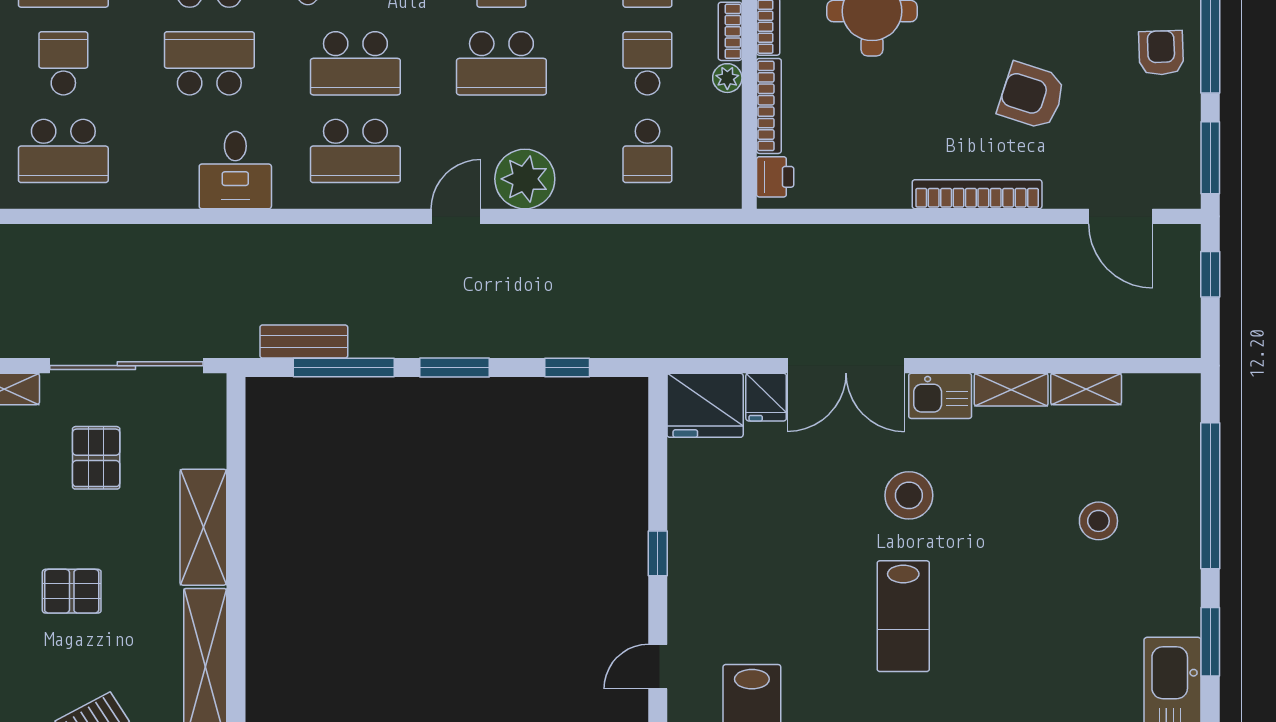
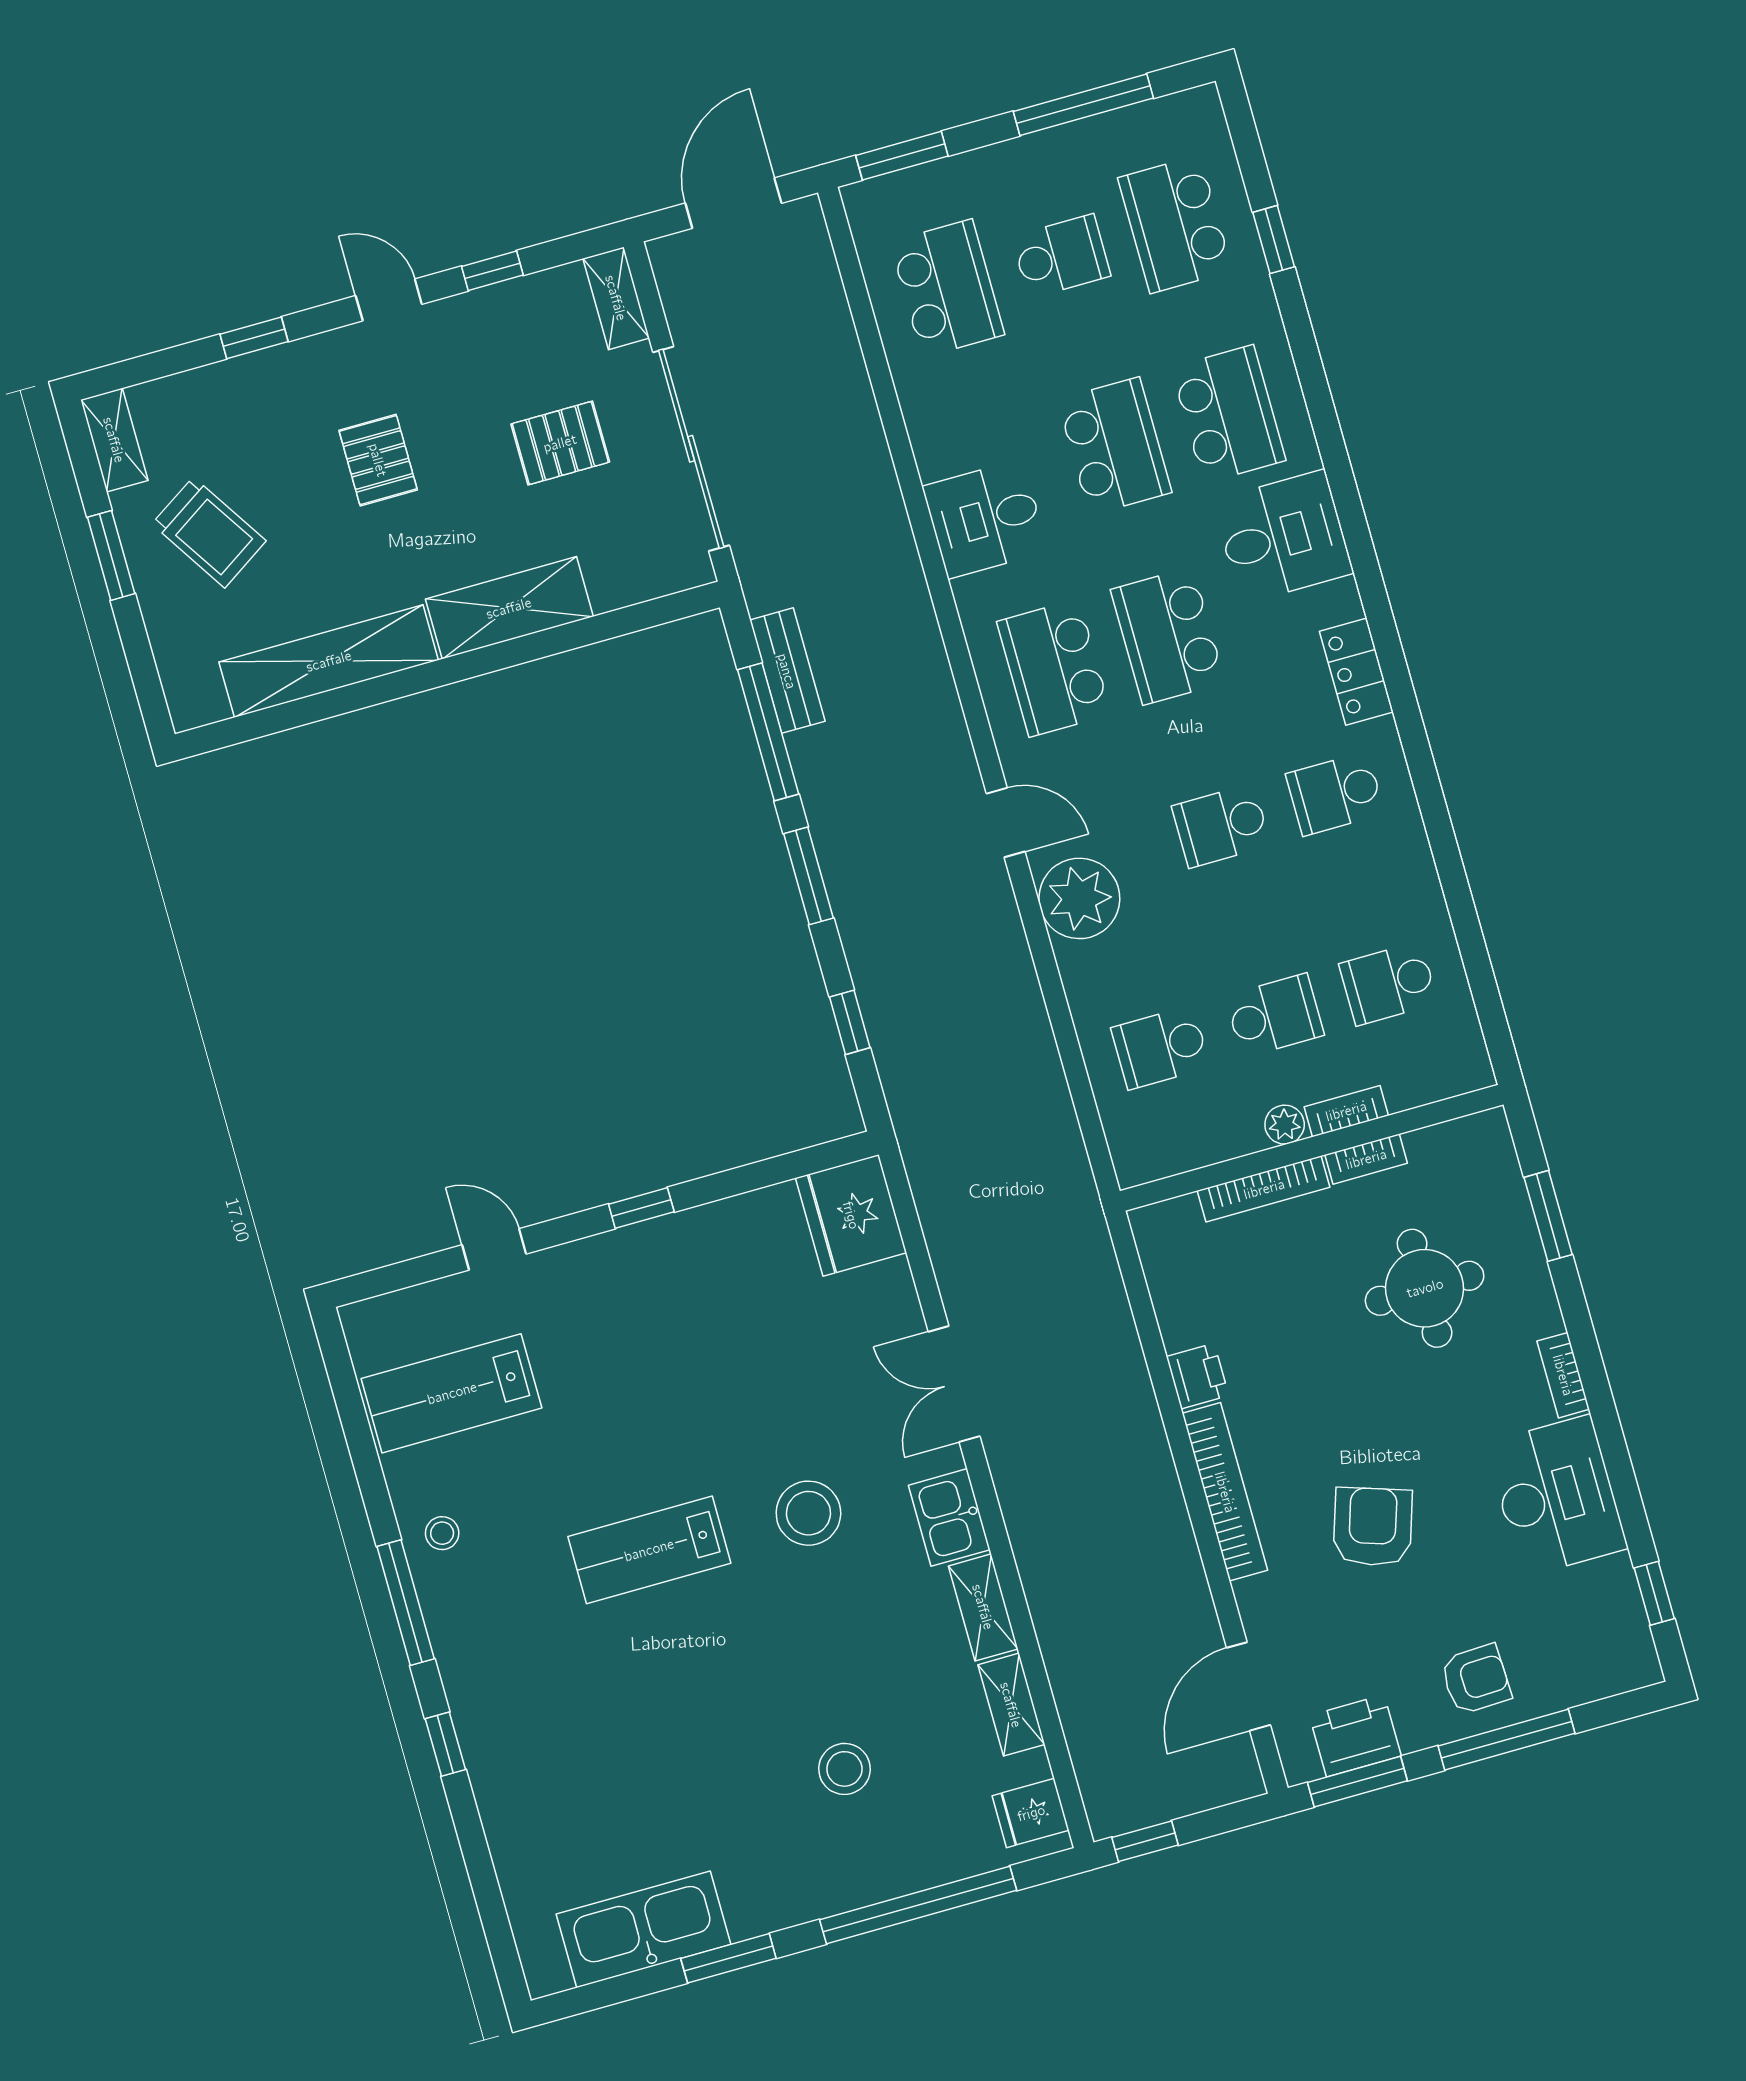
school desk: (501, 63) -> (1221, 826), width x0.54
printer: (1177, 150) -> (1355, 1736), added
school desk: (63, 151) -> (947, 288), turned 180
printer: (775, 177) -> (1198, 1376), moved, turned -90
window: (1210, 274) -> (1145, 1841), moved
double door: (846, 366) -> (954, 1384), width x0.73
fridge: (766, 397) -> (1031, 1813), moved

